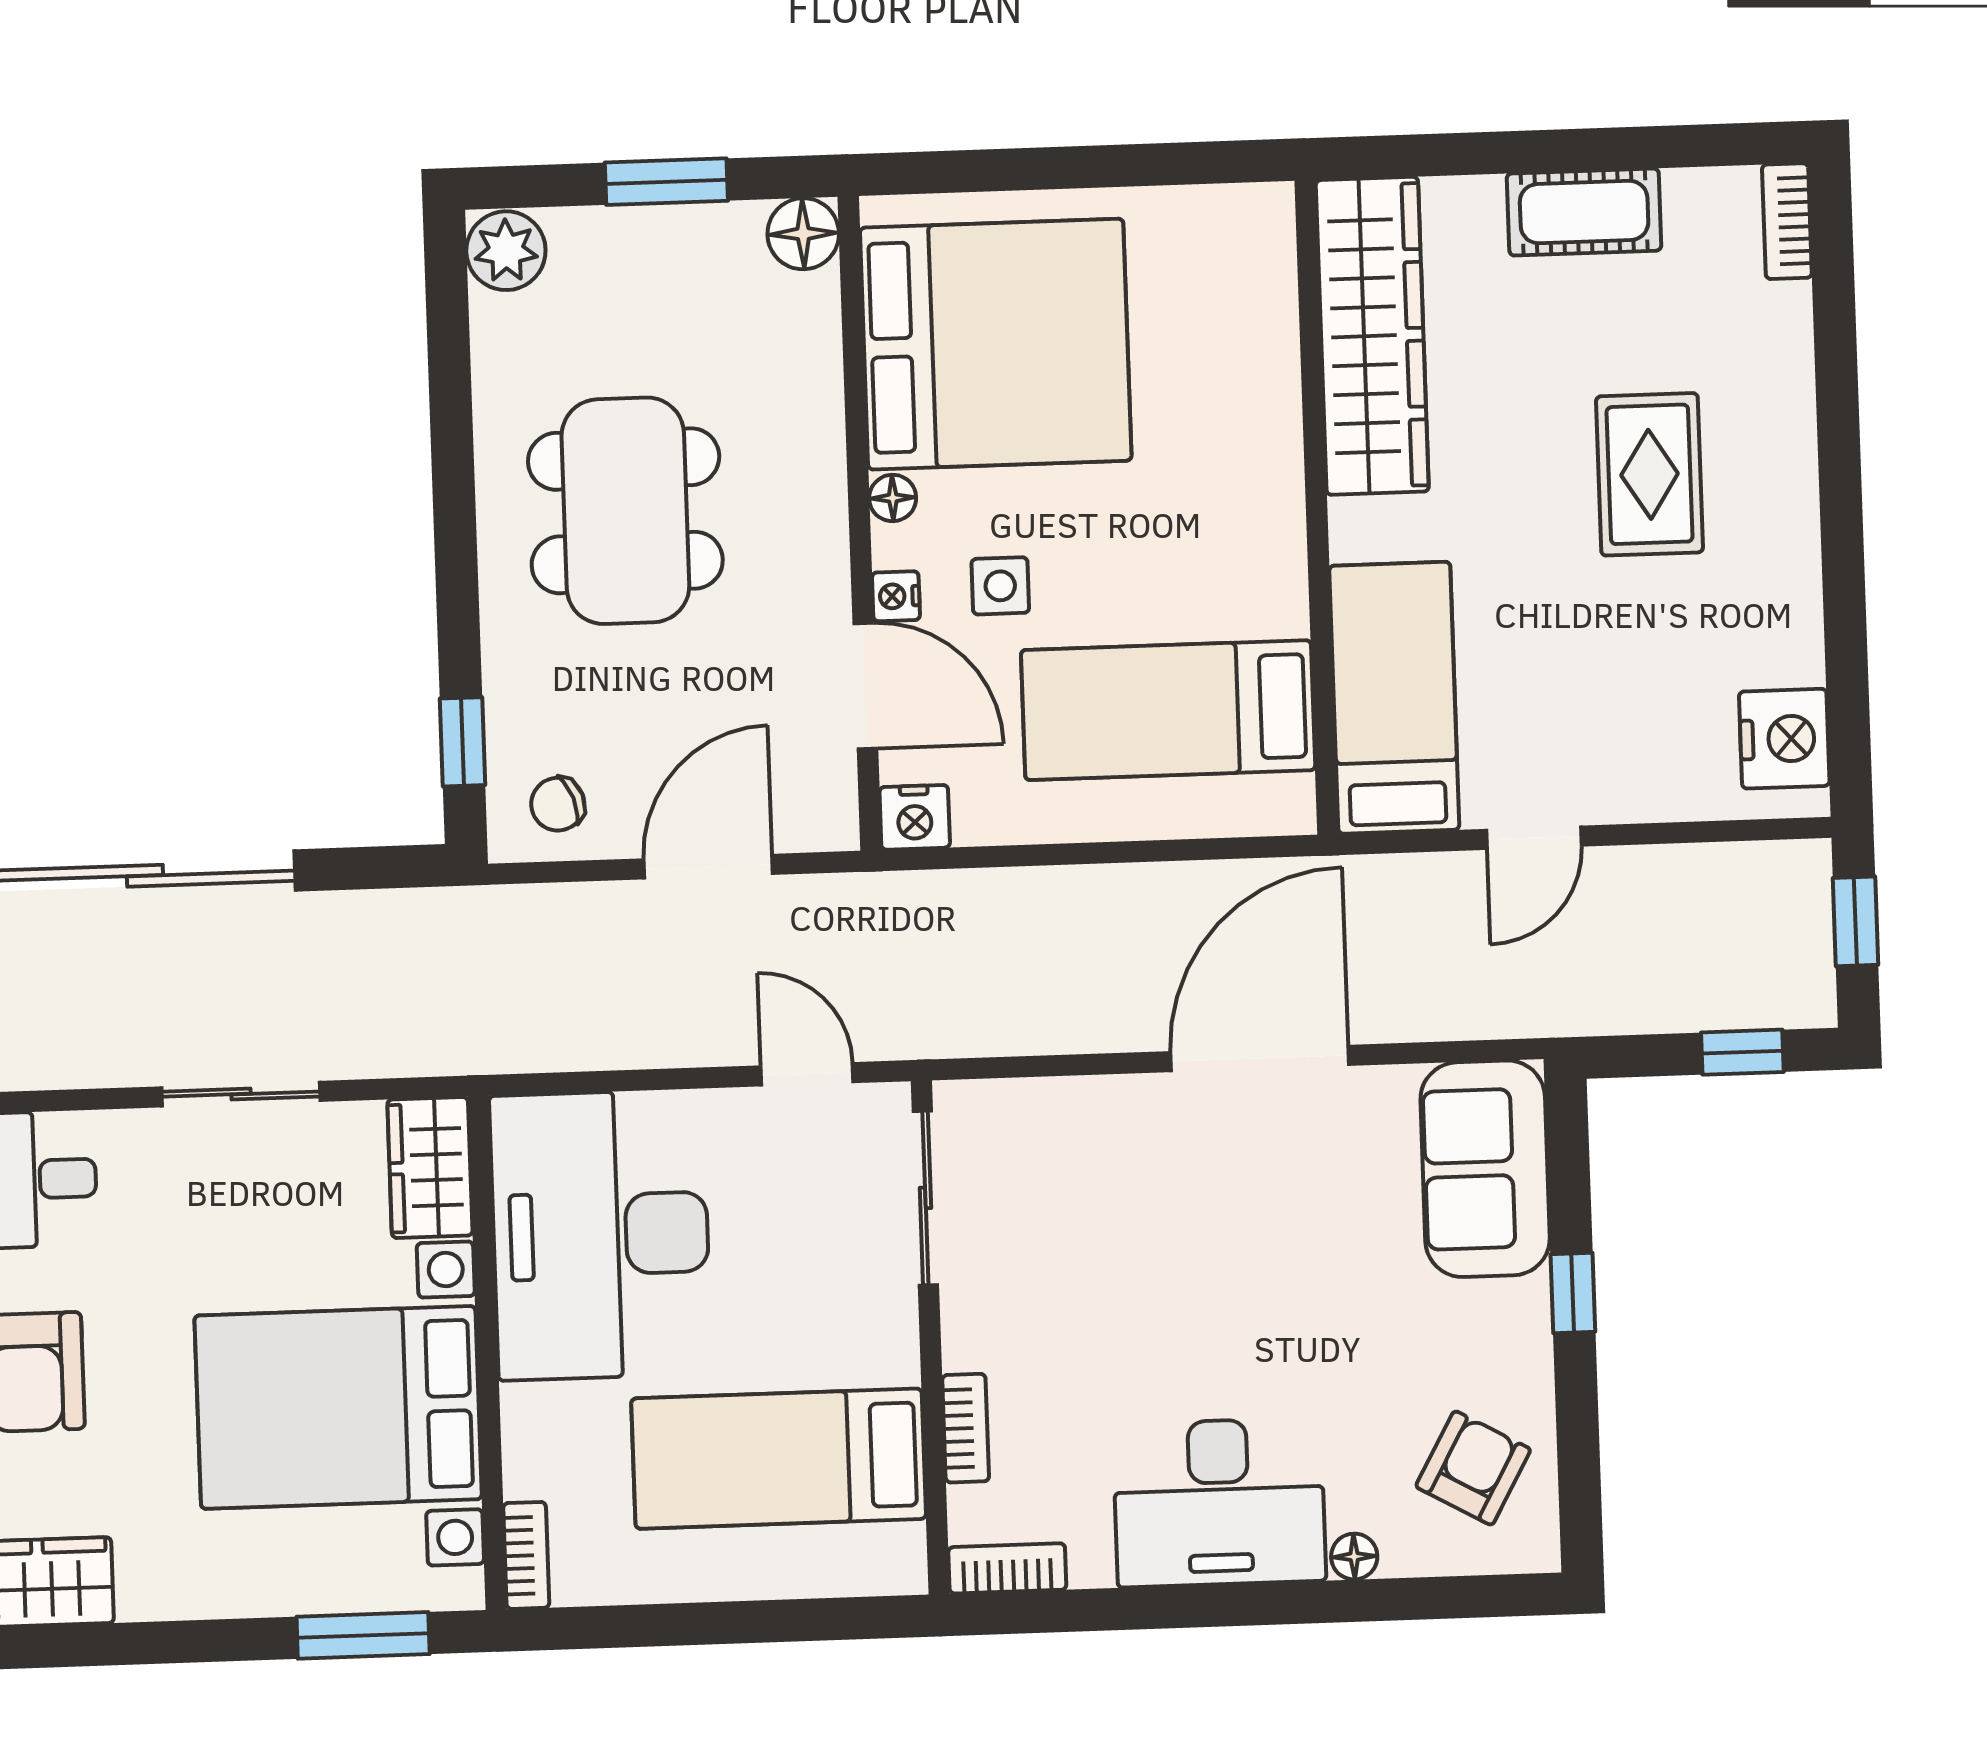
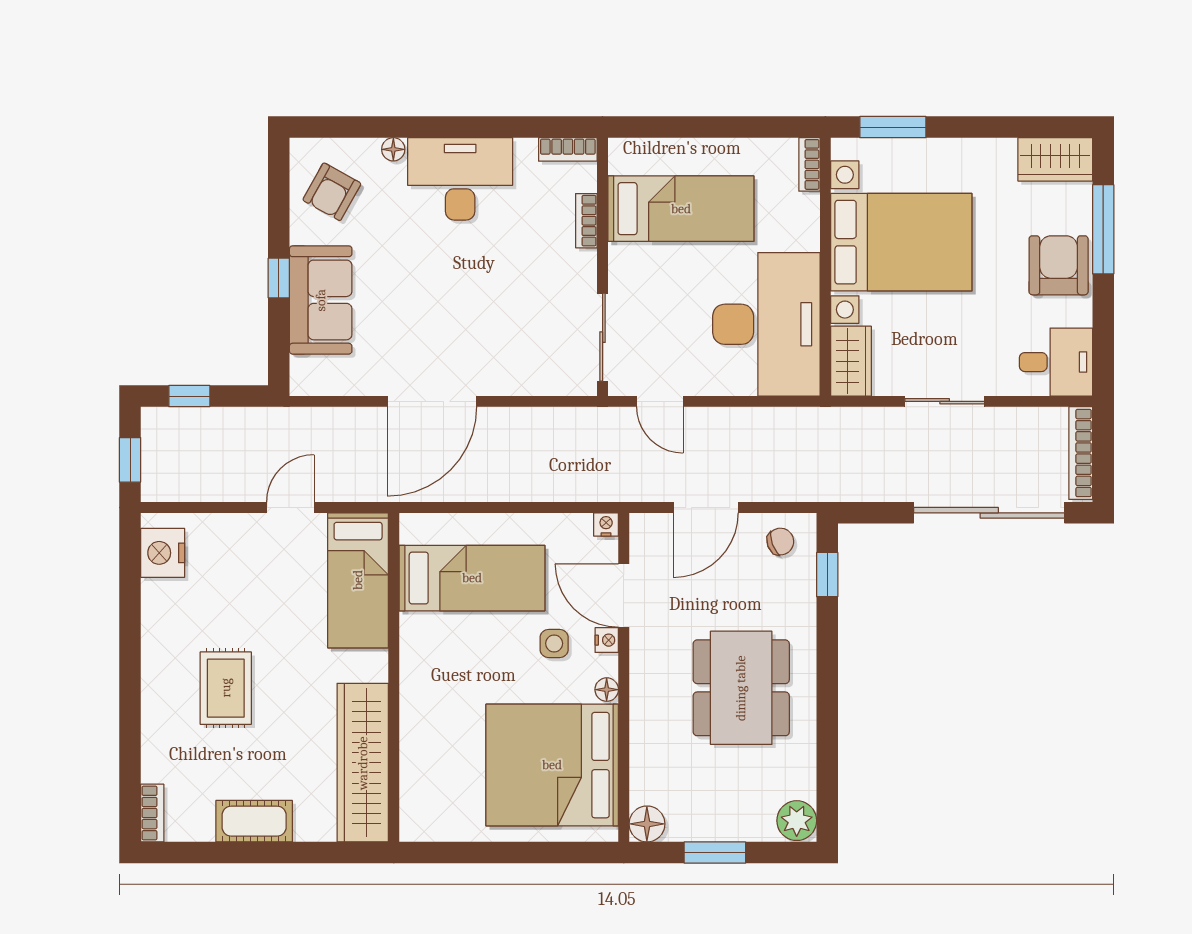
nightstand: (915, 817) -> (606, 525), width x0.72, depth x0.74
sofa: (1485, 1169) -> (321, 300), moved

